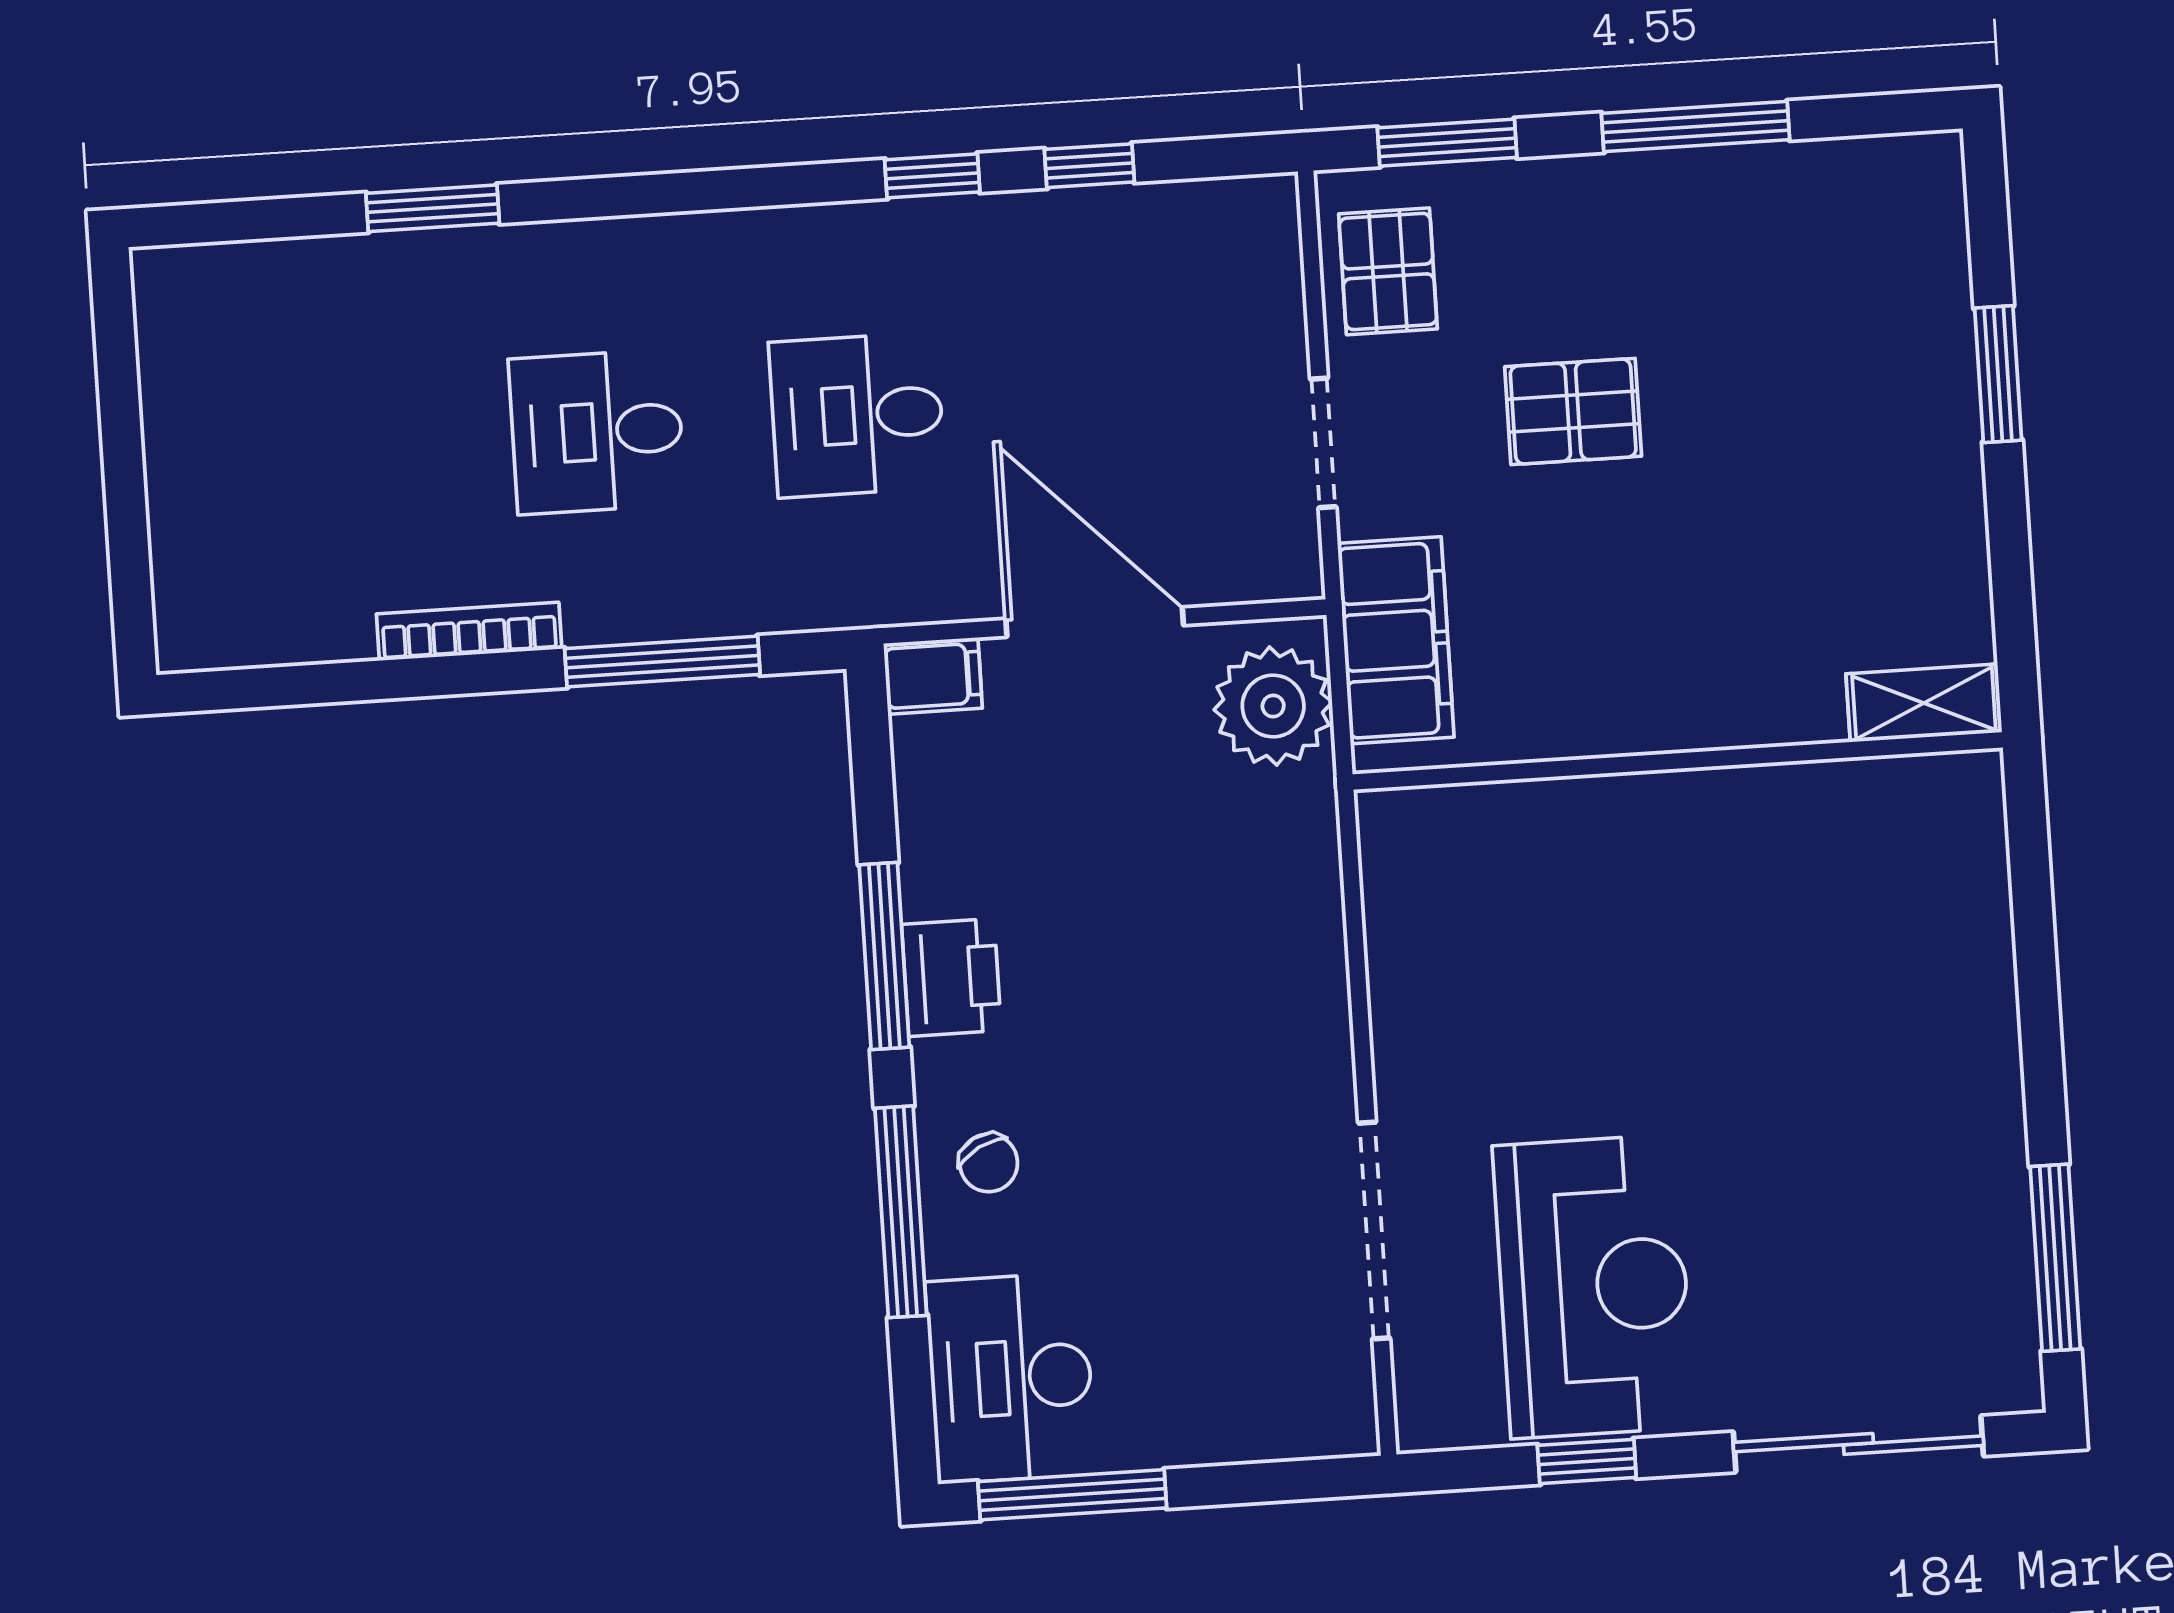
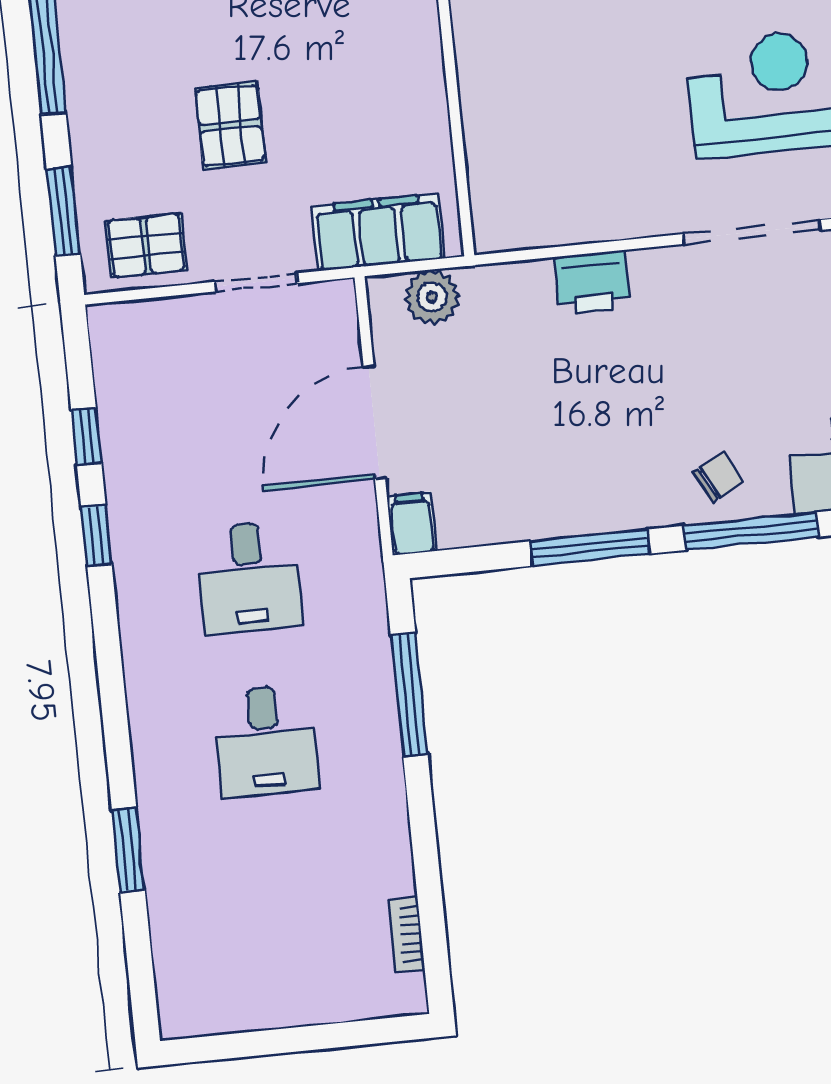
bookcase: (469, 631) -> (407, 934), moved, width x0.64
plant: (1273, 706) -> (432, 297), width x0.73, depth x0.73
printer: (951, 977) -> (592, 283), moved, turned 180

